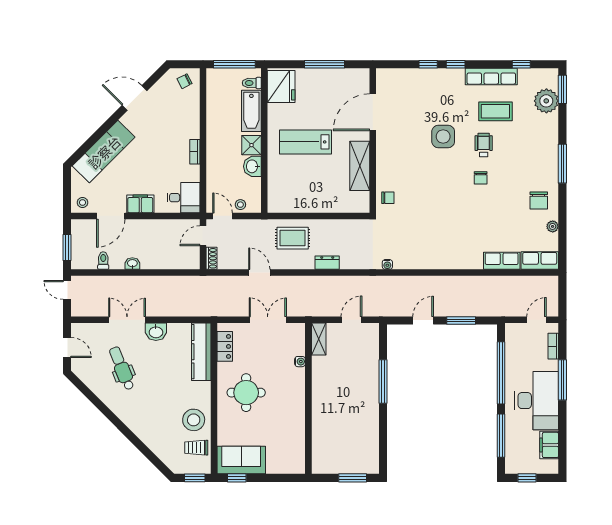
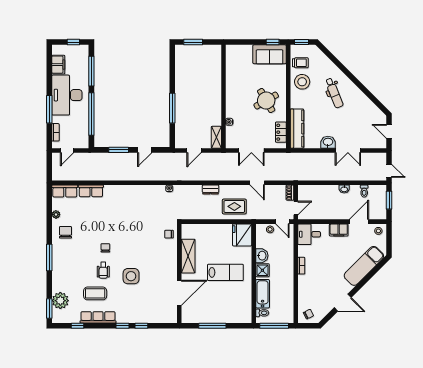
fridge: (281, 86) -> (242, 235), moved
dental chair: (122, 368) -> (334, 93), moved
round table: (246, 393) -> (266, 101), turned -30

